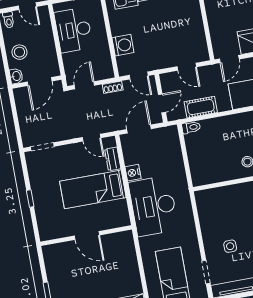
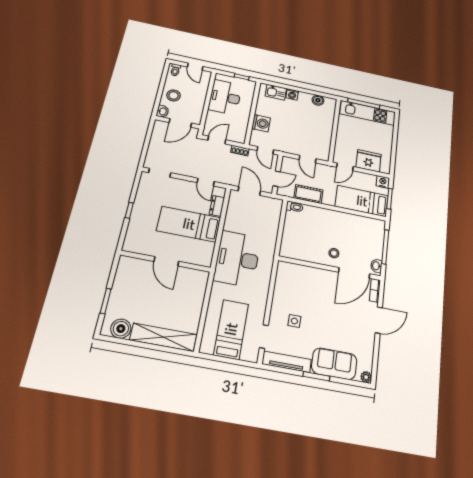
door: (139, 129) -> (249, 191), hinge flipped
nightstand: (133, 173) -> (230, 224), removed

